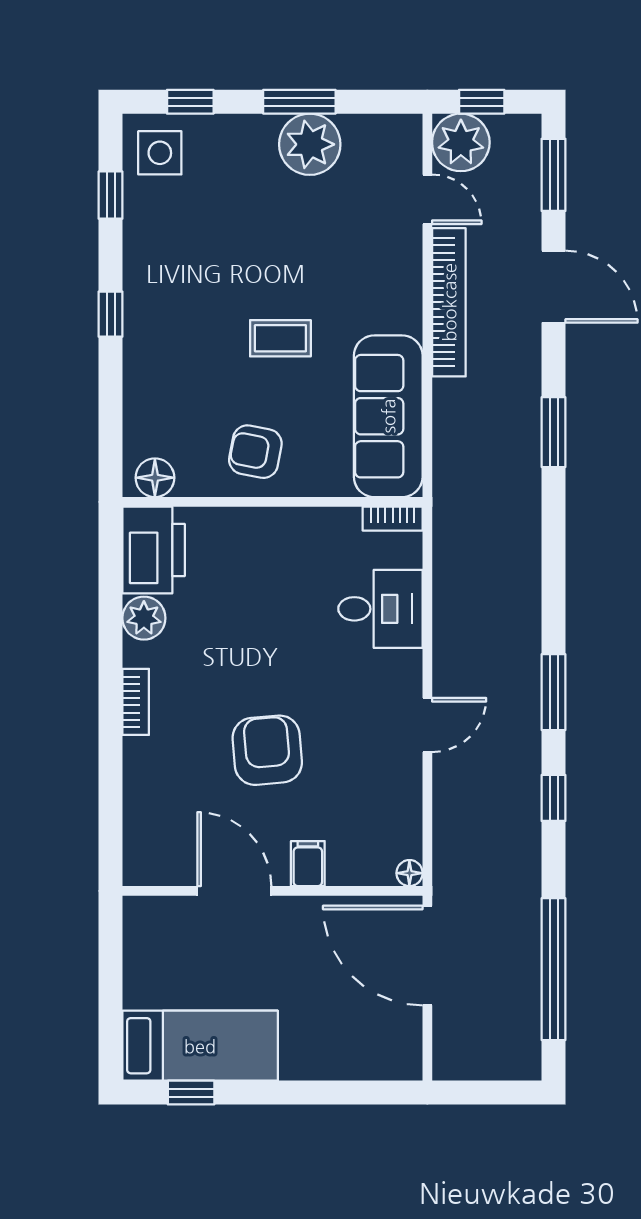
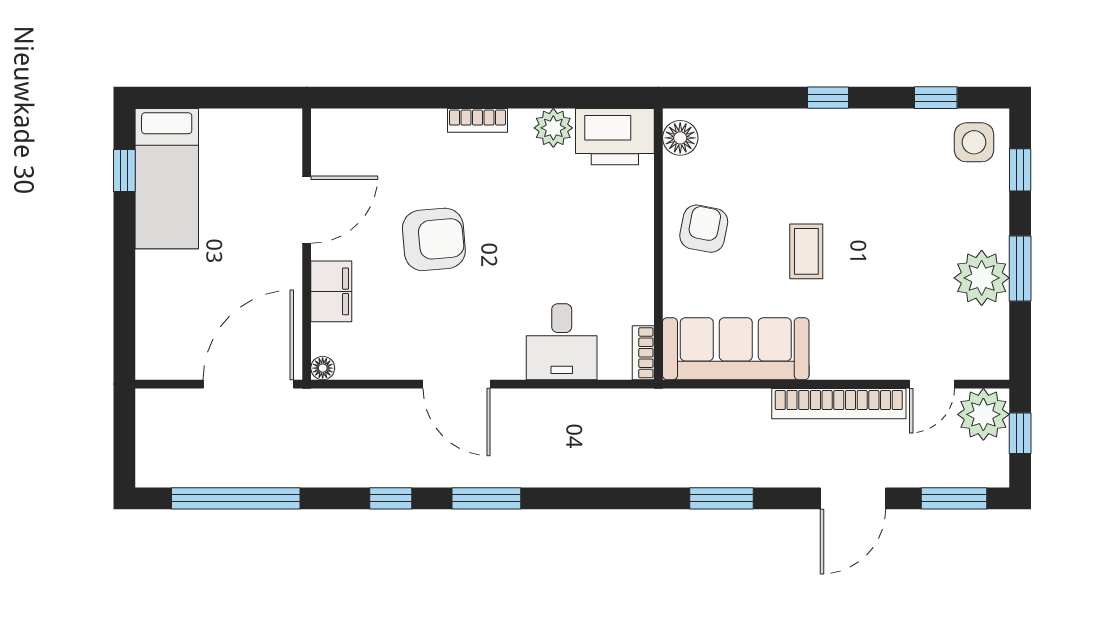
door: (427, 725) -> (457, 384), width x1.38
filing cabinet: (308, 864) -> (331, 291), width x2.00

